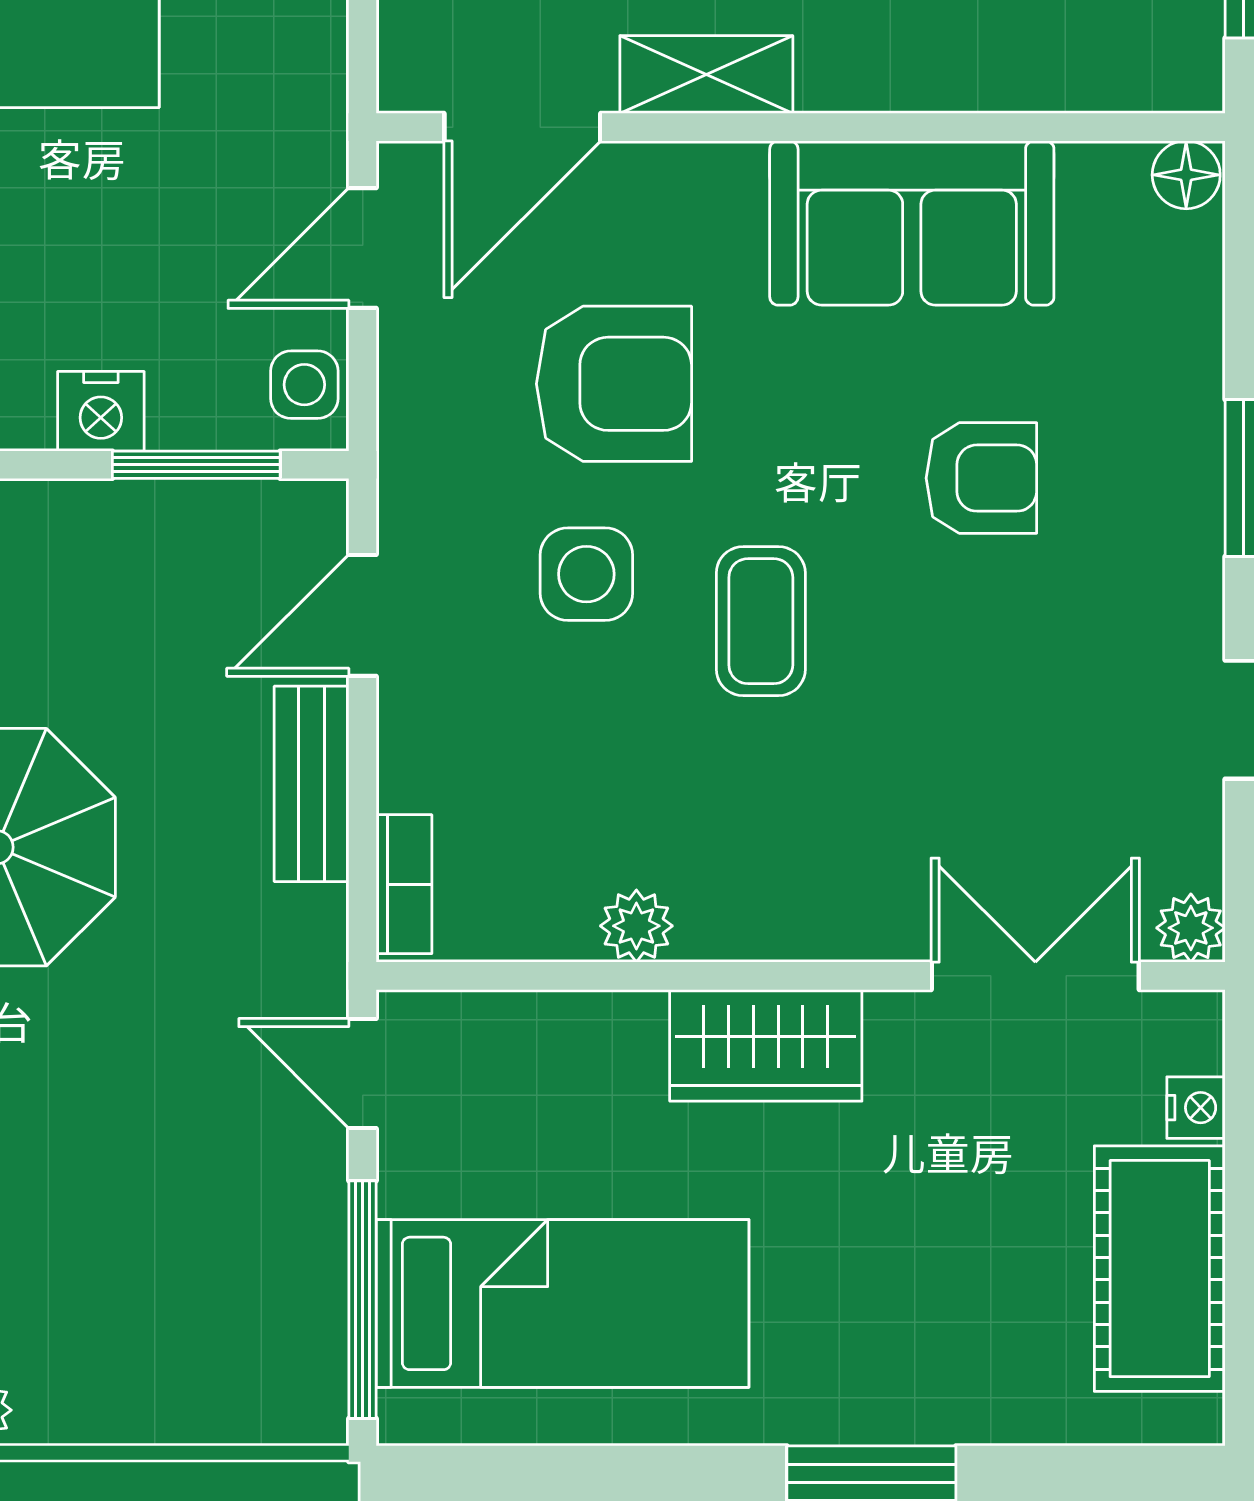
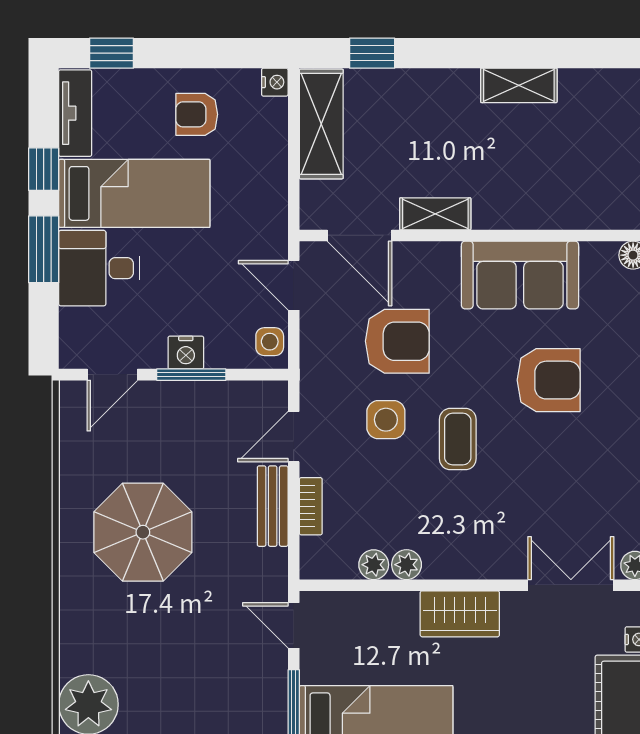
door: (522, 127) -> (360, 235), hinge flipped
door: (363, 248) -> (294, 285), hinge flipped
window: (196, 465) -> (191, 375), moved
armchair: (981, 478) -> (549, 380), width x1.38, depth x1.38
bookcase: (404, 884) -> (311, 506), moved
plant: (557, 926) -> (374, 565), added

